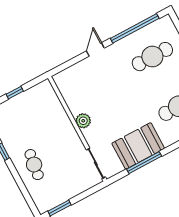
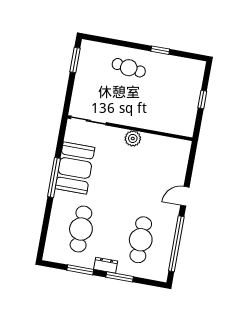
door: (95, 49) -> (185, 196), swing flipped
window: (144, 163) -> (54, 177), moved

